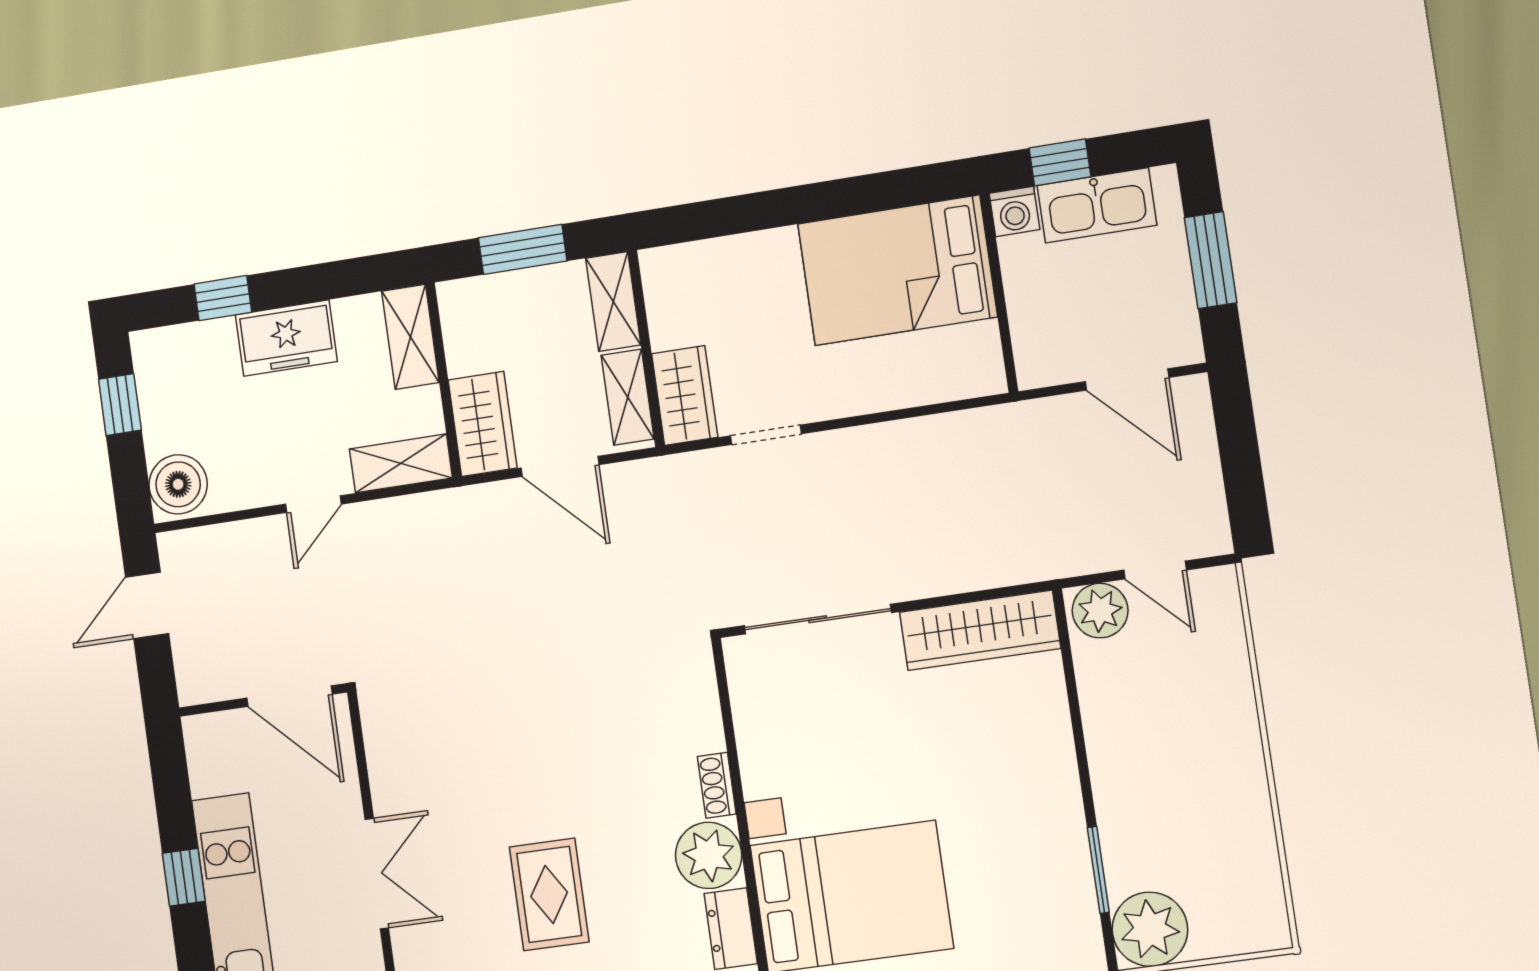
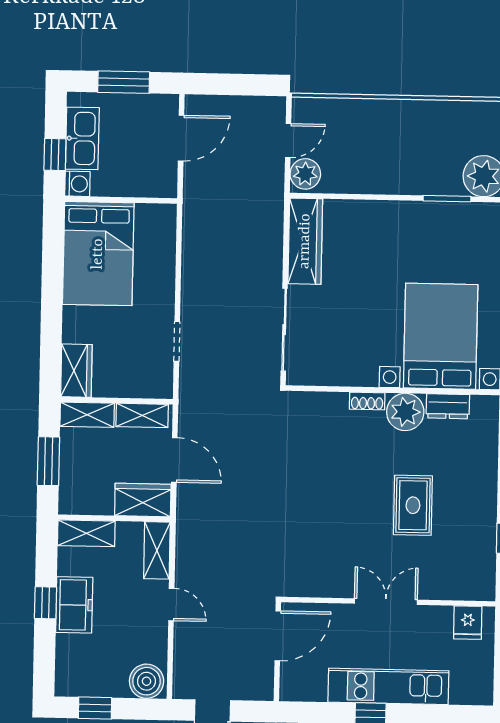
window: (223, 298) -> (45, 603), moved
wardrobe: (685, 395) -> (76, 371), moved, turned 90
door: (560, 466) -> (174, 460), hinge flipped
rug: (549, 894) -> (413, 505), turned 90

